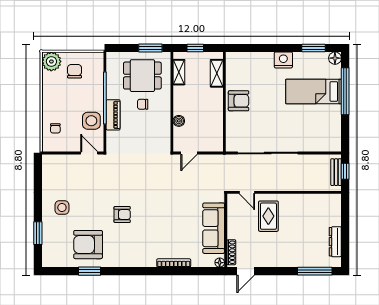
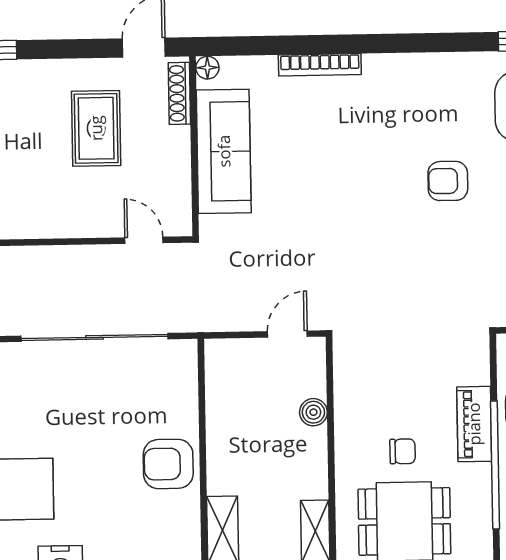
rug: (268, 216) -> (96, 128), moved

